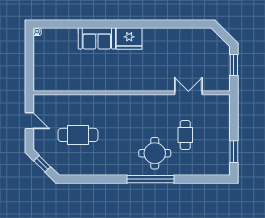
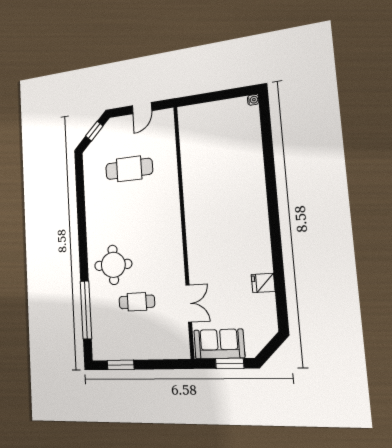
sofa: (97, 38) -> (219, 344), moved, turned 90
fridge: (129, 38) -> (263, 283), moved, width x0.53, depth x0.75
cafe table: (78, 135) -> (129, 169), turned 90
window: (151, 179) -> (86, 310), moved

